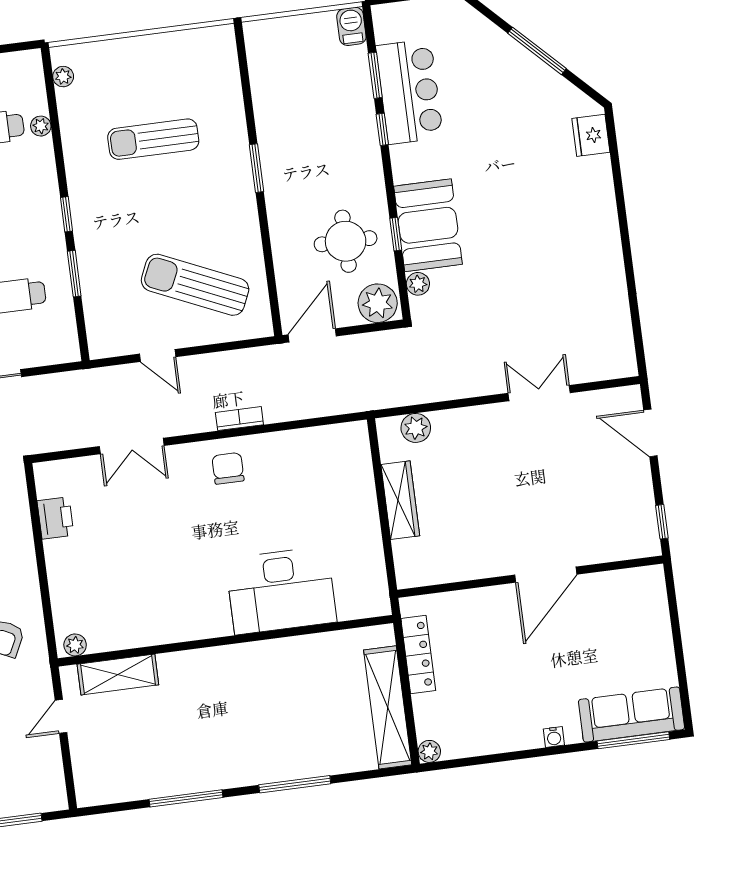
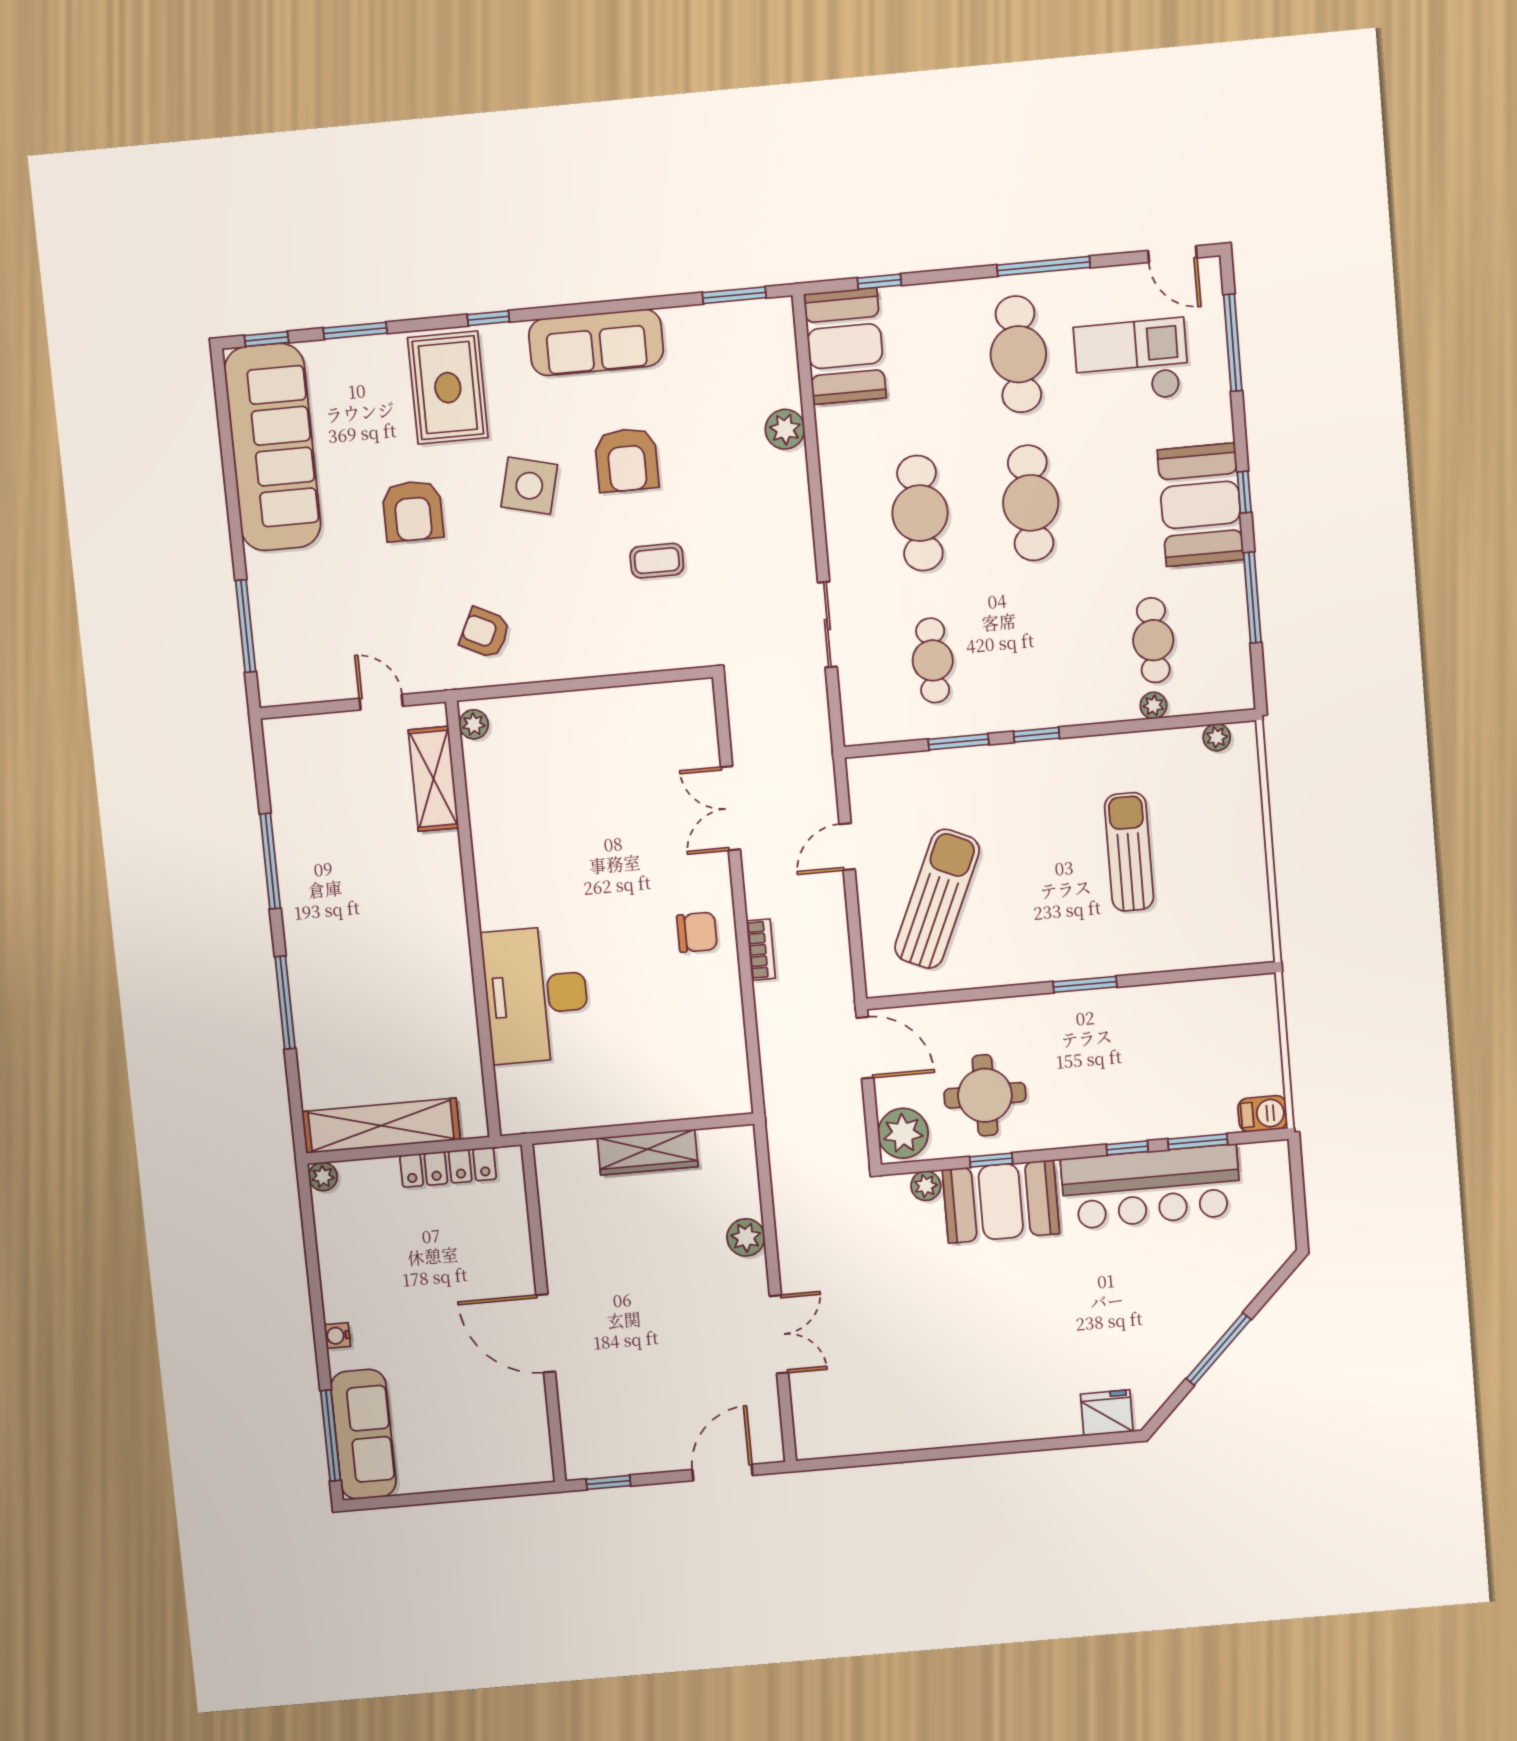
bar counter: (409, 92) -> (1151, 1187), width x1.36
plant: (416, 428) -> (746, 1237), moved
printer: (55, 518) -> (640, 705), removed

